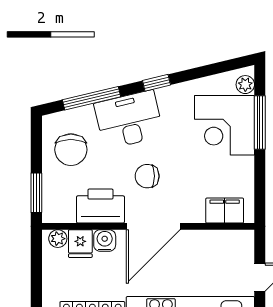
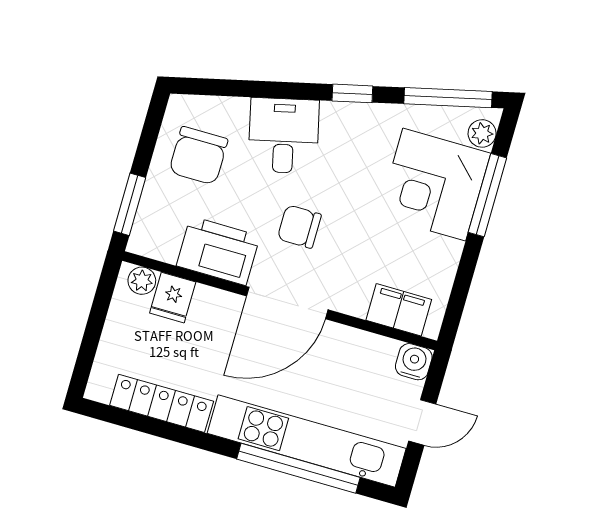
window: (91, 98) -> (448, 98), moved
desk: (129, 120) -> (284, 136), width x0.73
water cooler: (105, 240) -> (414, 362), moved

